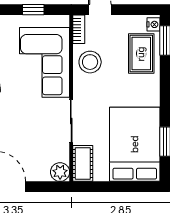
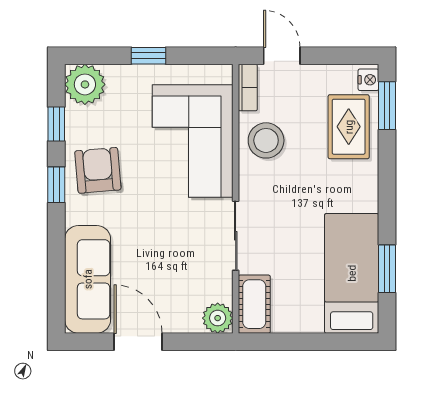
window: (33, 10) -> (149, 56), moved
bed: (135, 144) -> (352, 273), width x0.67

